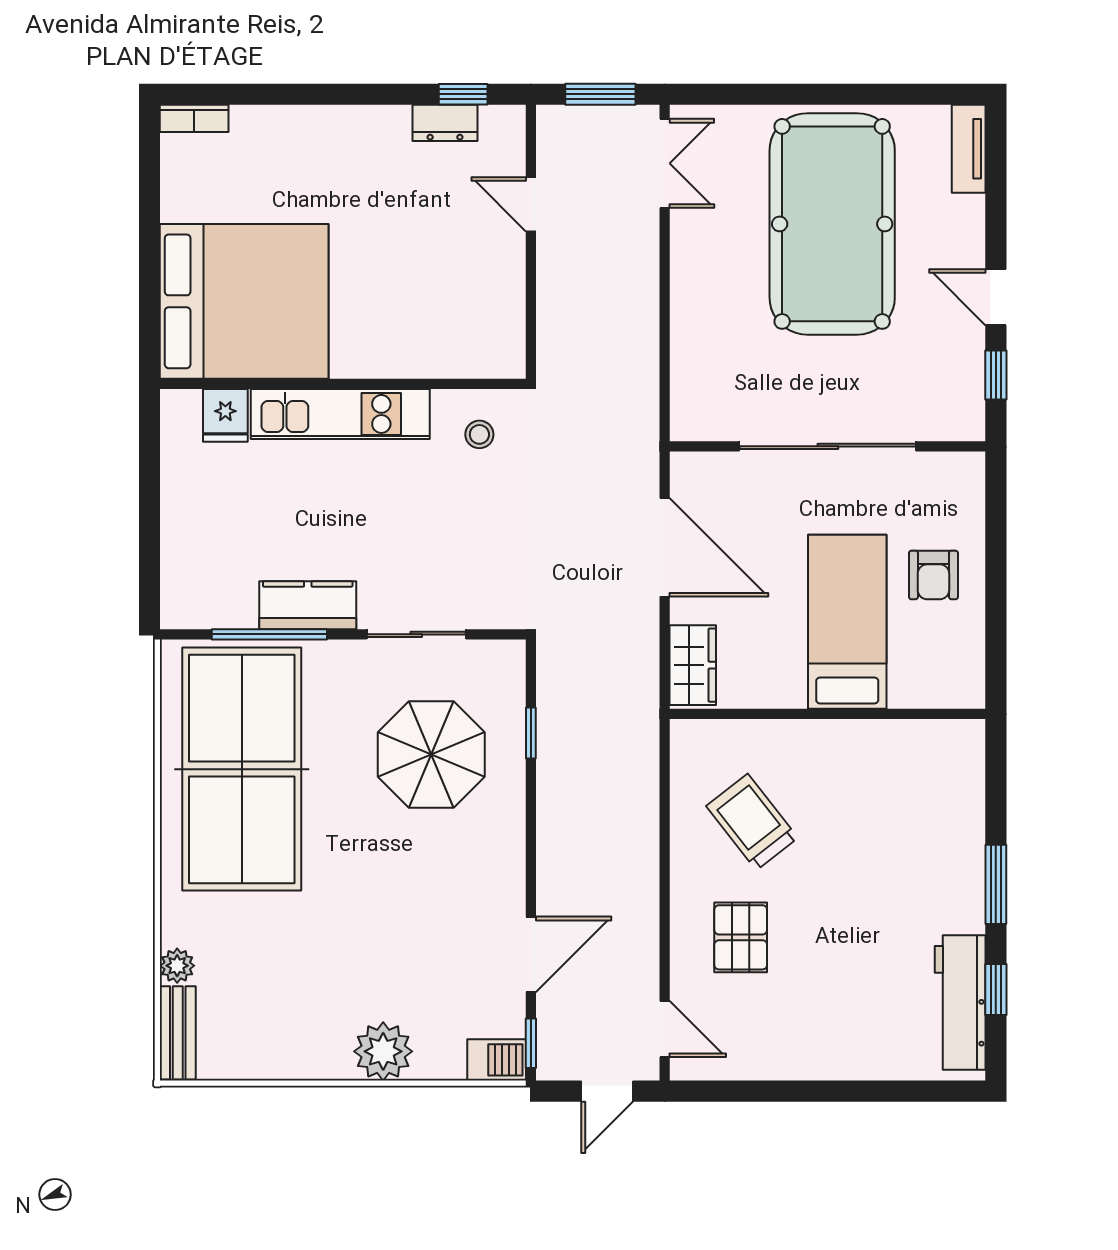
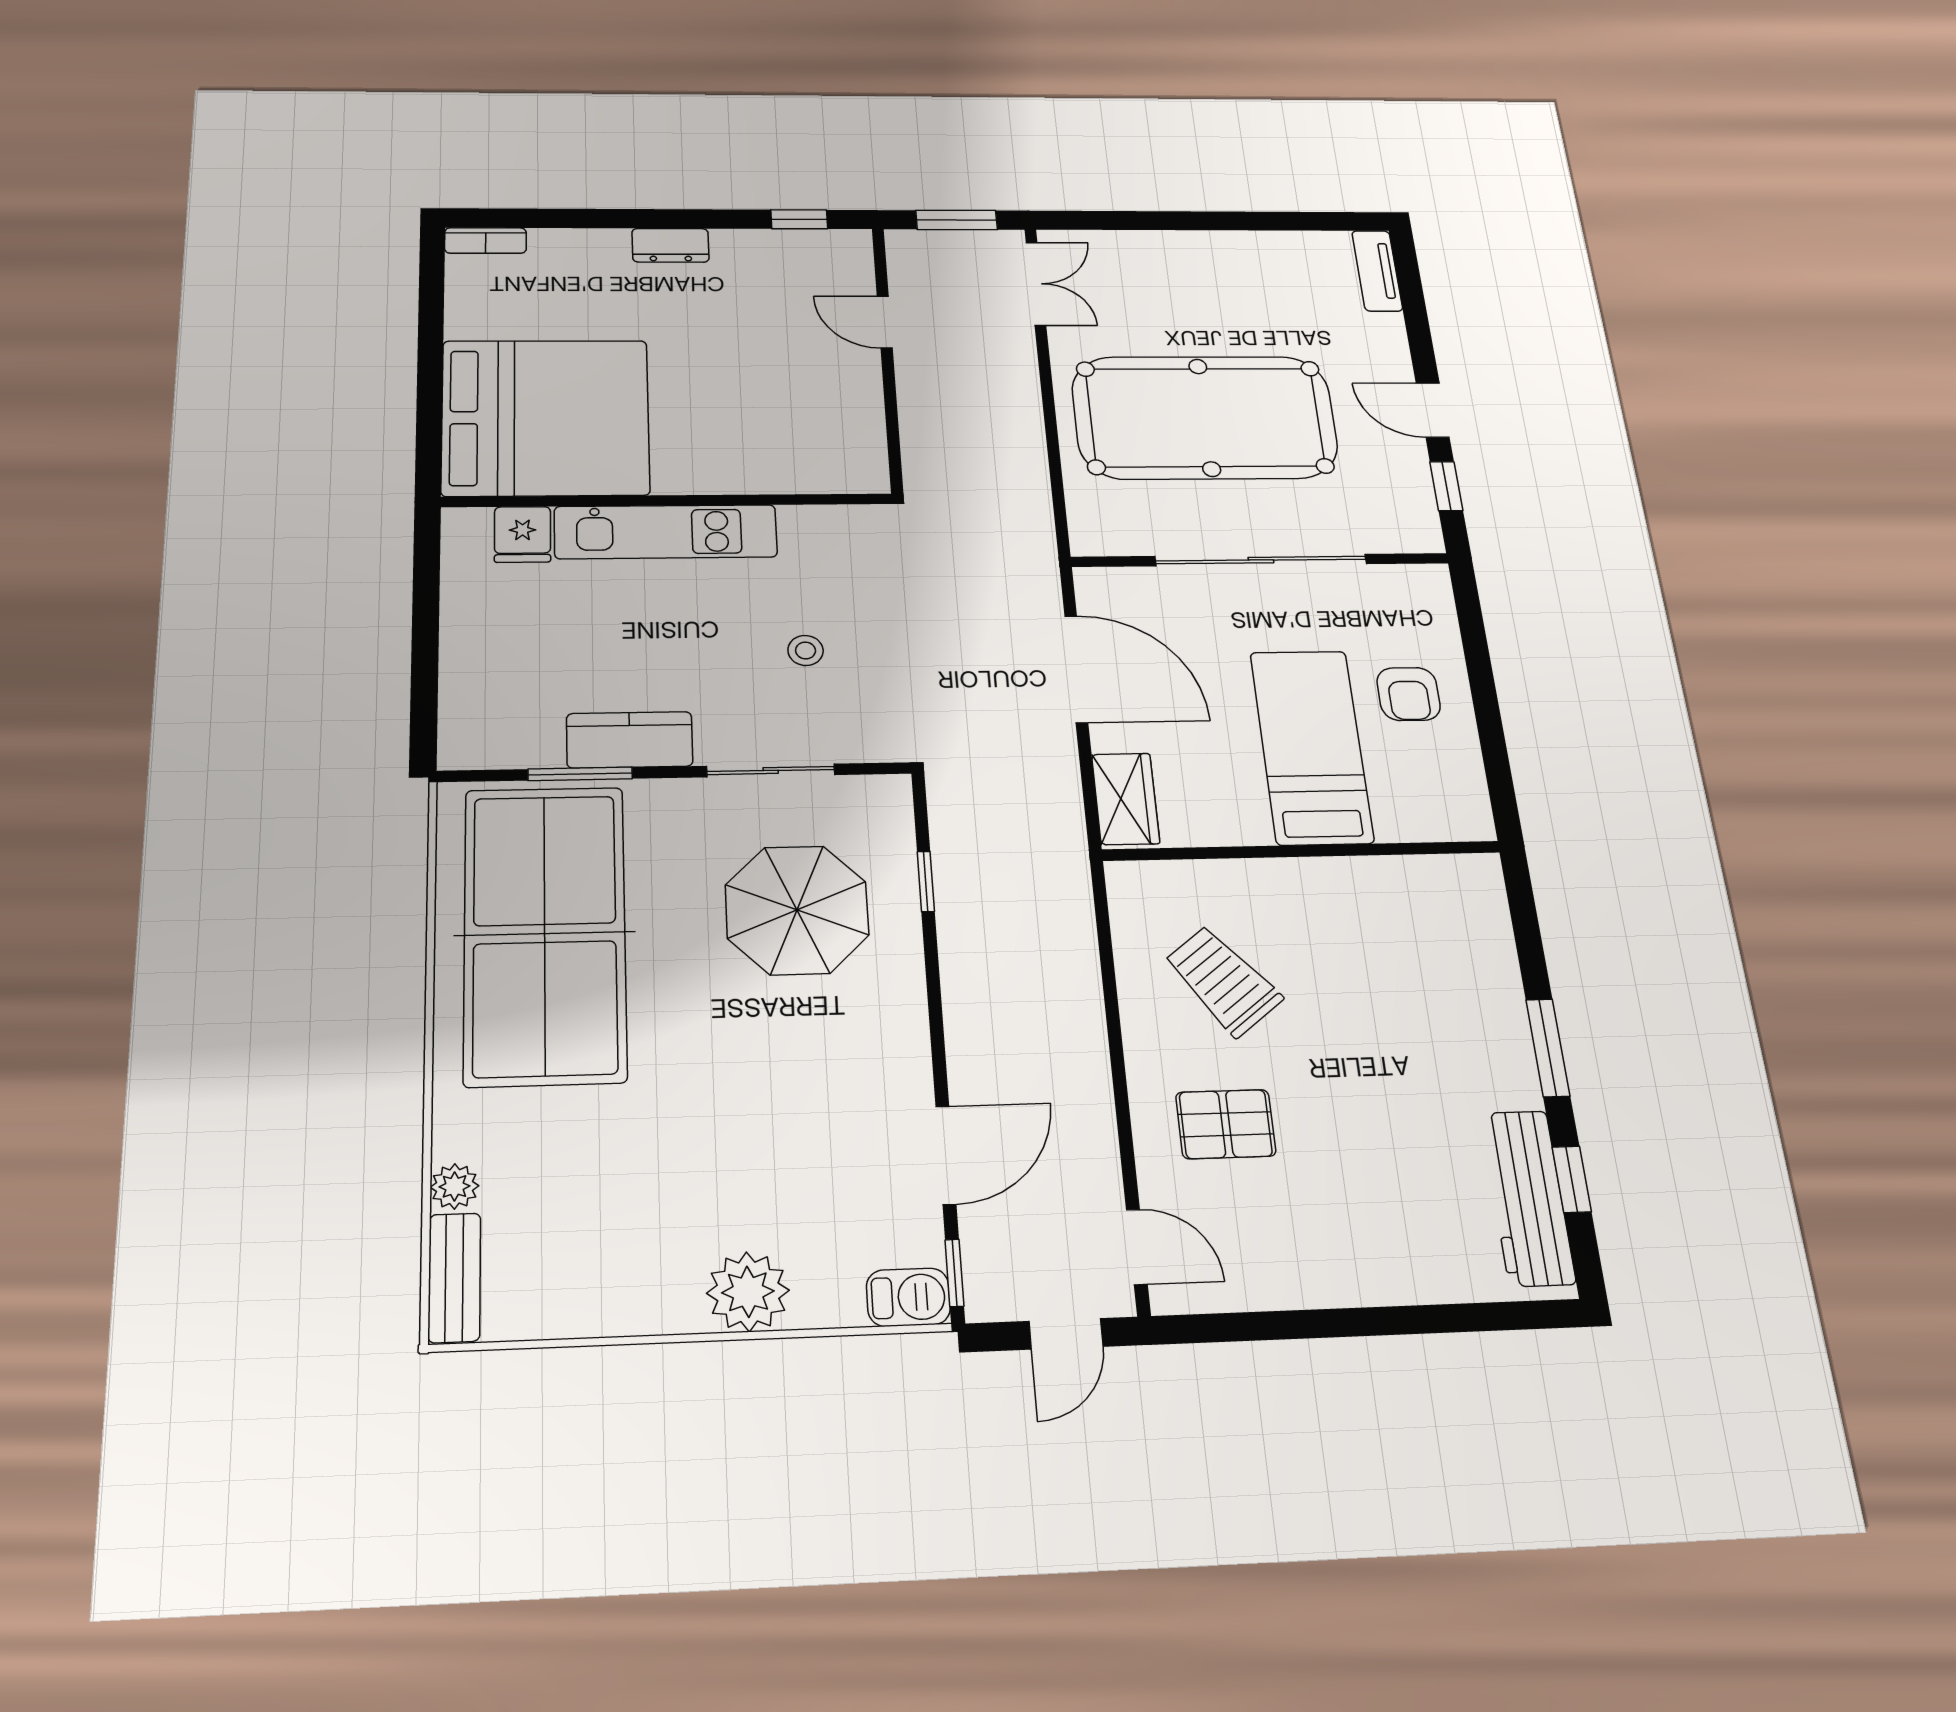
dresser: (445, 123) -> (670, 245), moved
pool table: (832, 224) -> (1205, 417), moved, turned 90
stool: (479, 434) -> (806, 650), moved
window: (269, 634) -> (580, 774), width x0.69
pallet: (741, 937) -> (1226, 1124), turned 90

